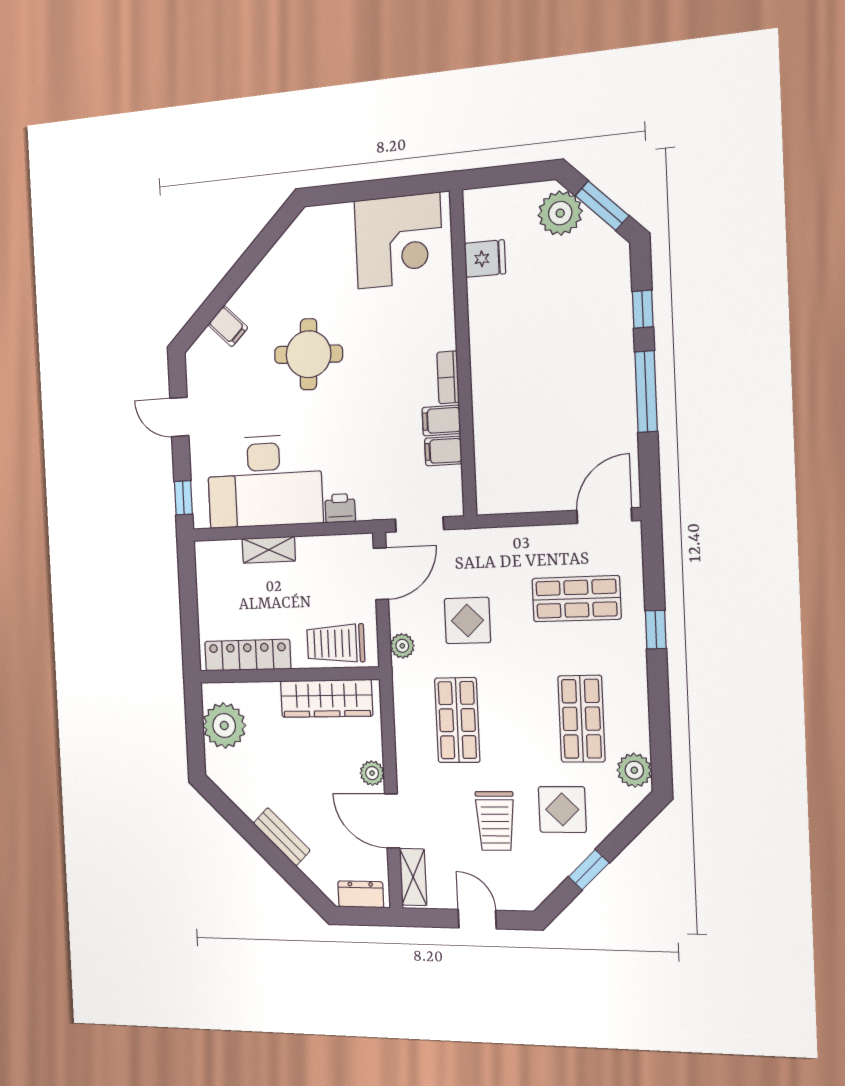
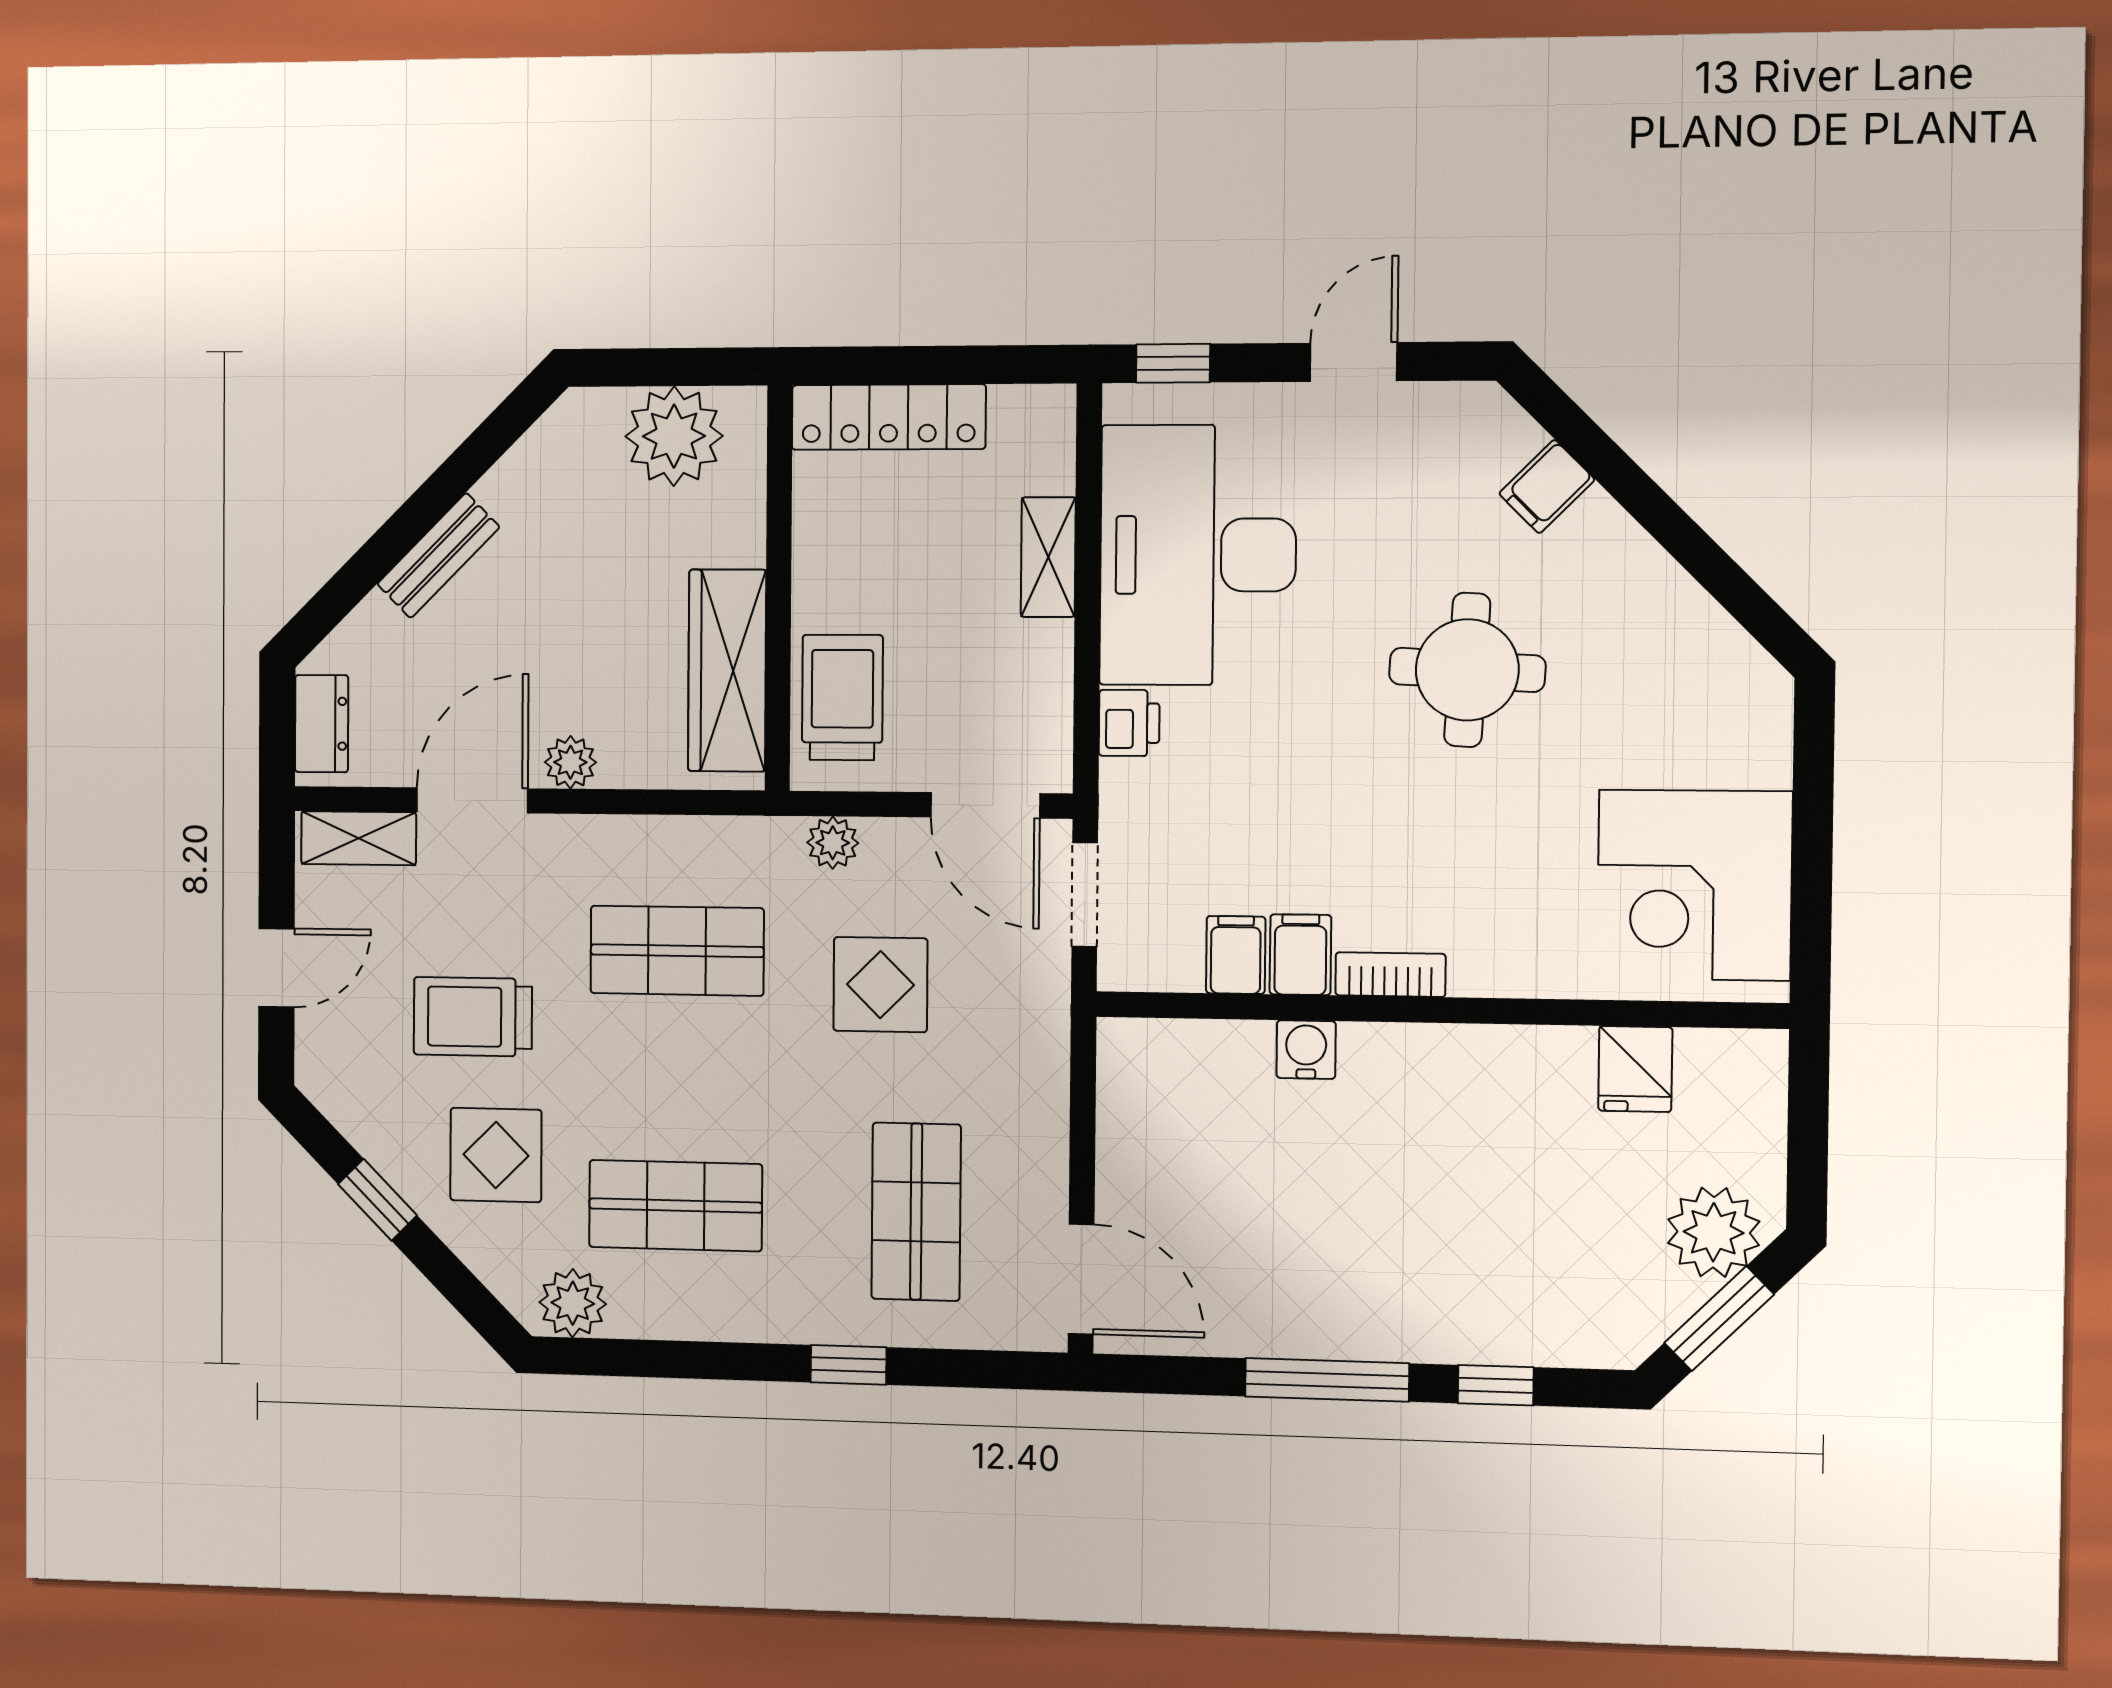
water cooler: (486, 414) -> (1306, 1050), added
locker: (248, 655) -> (889, 417), moved, turned 90

